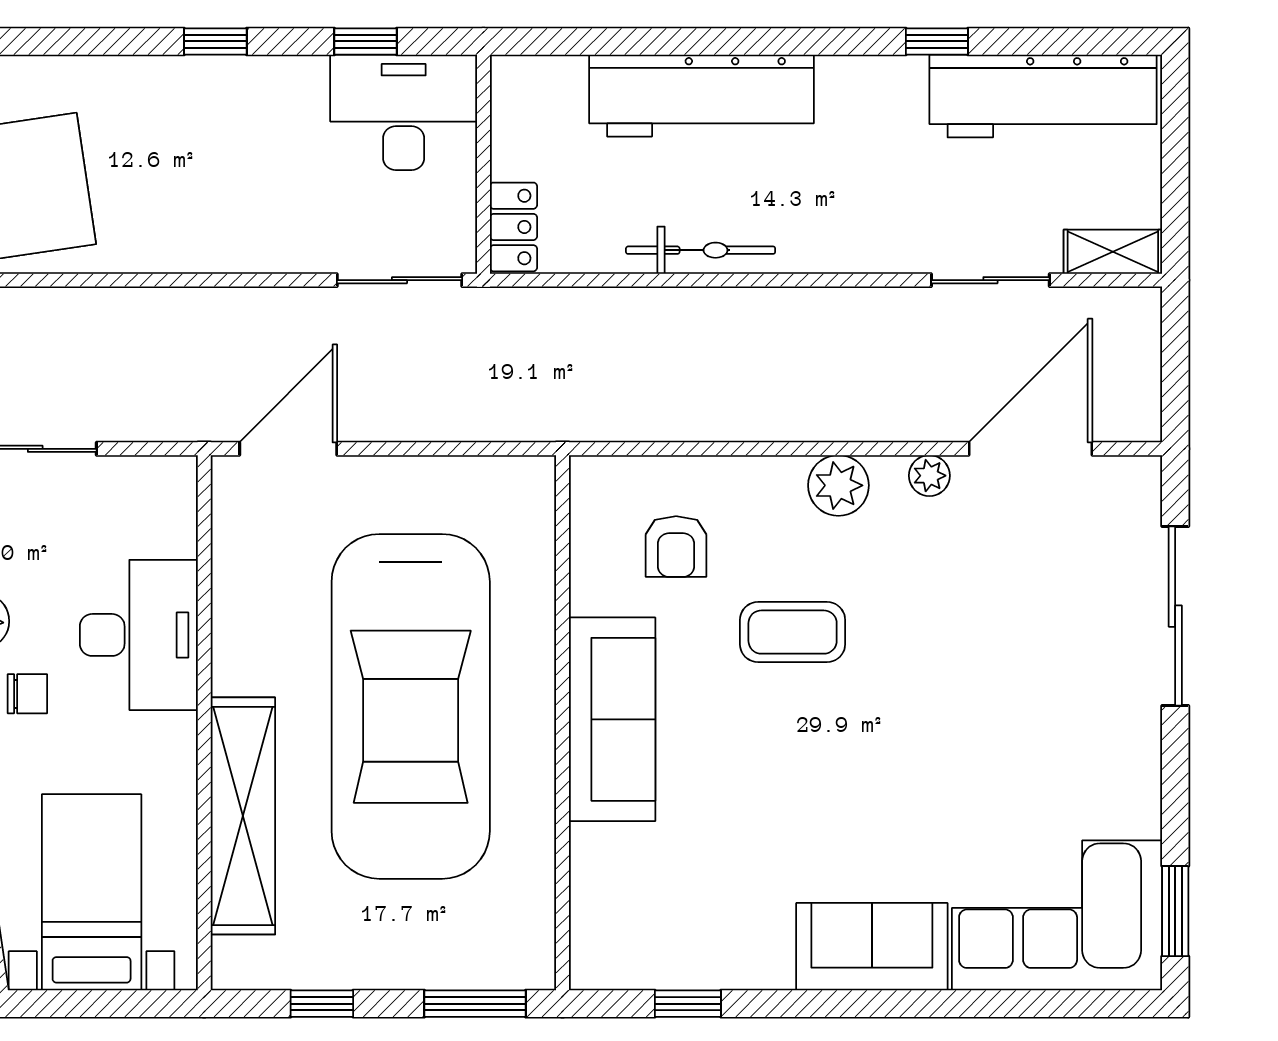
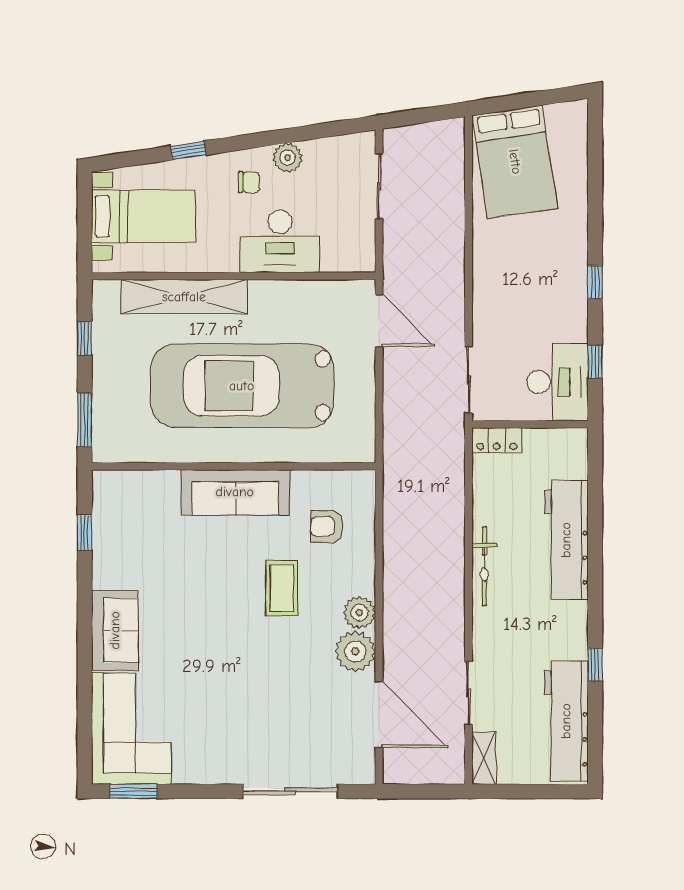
bicycle: (701, 250) -> (484, 566), moved
plant: (929, 476) -> (355, 651), width x1.87, depth x1.87
chair: (27, 694) -> (249, 182), turned -89

